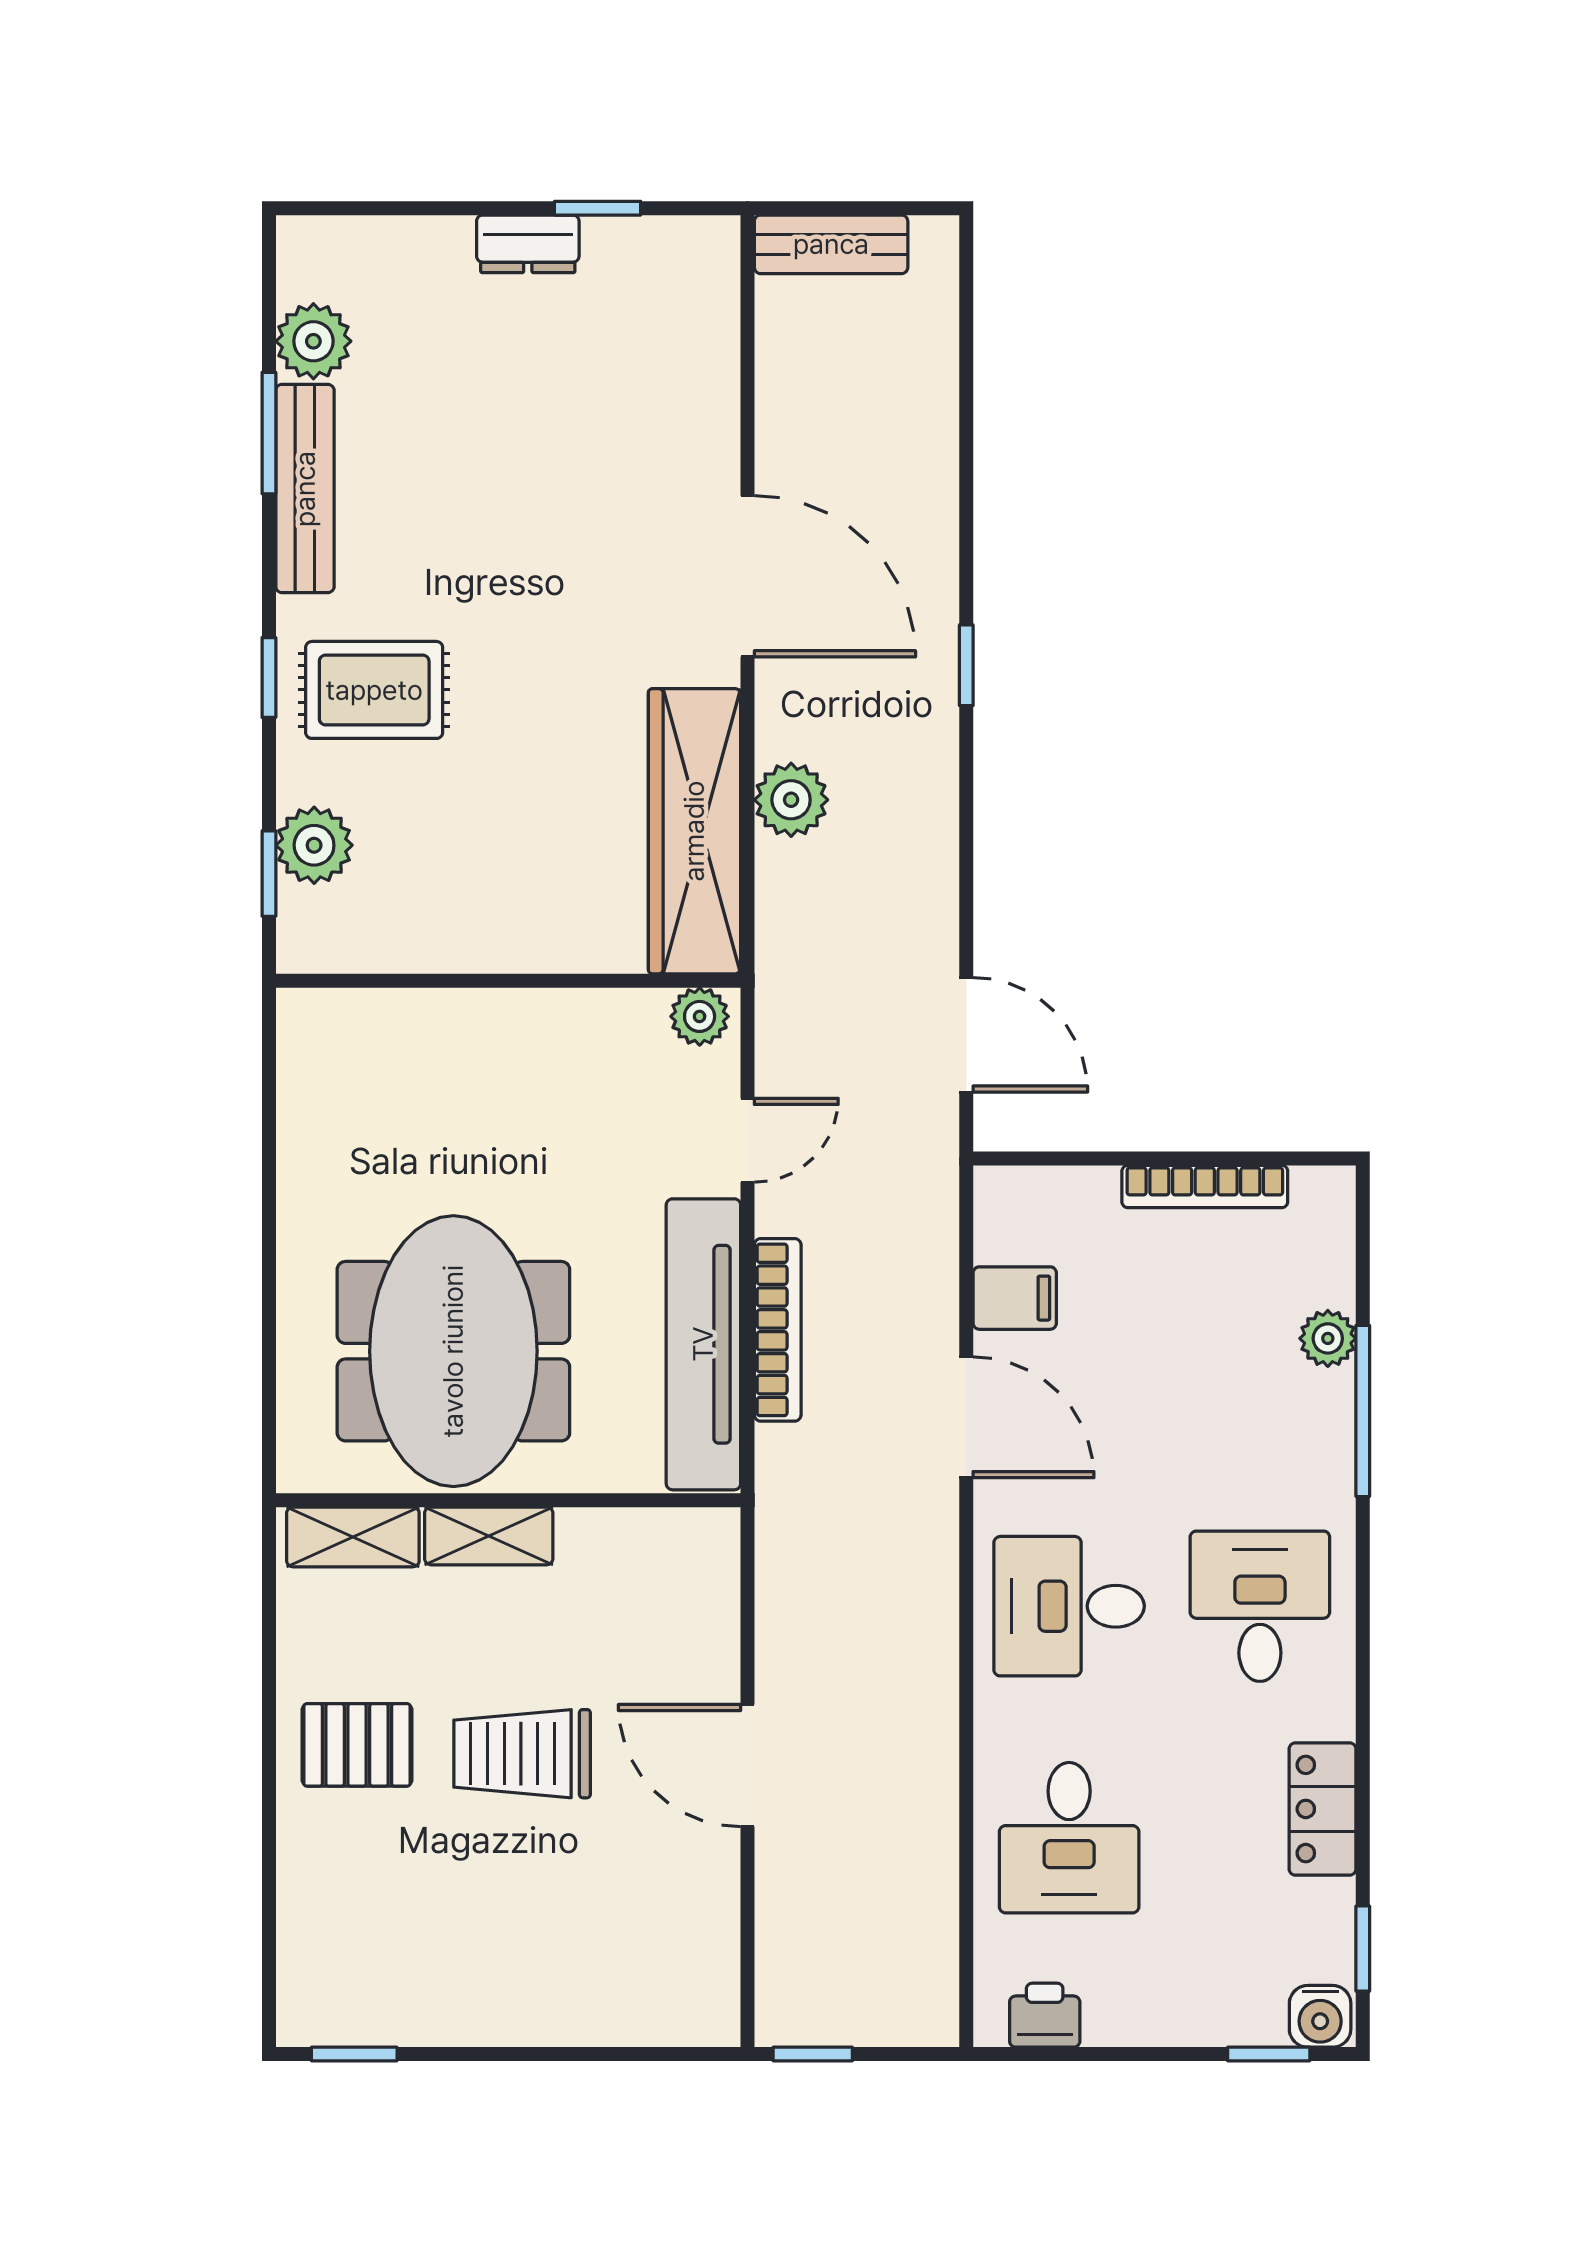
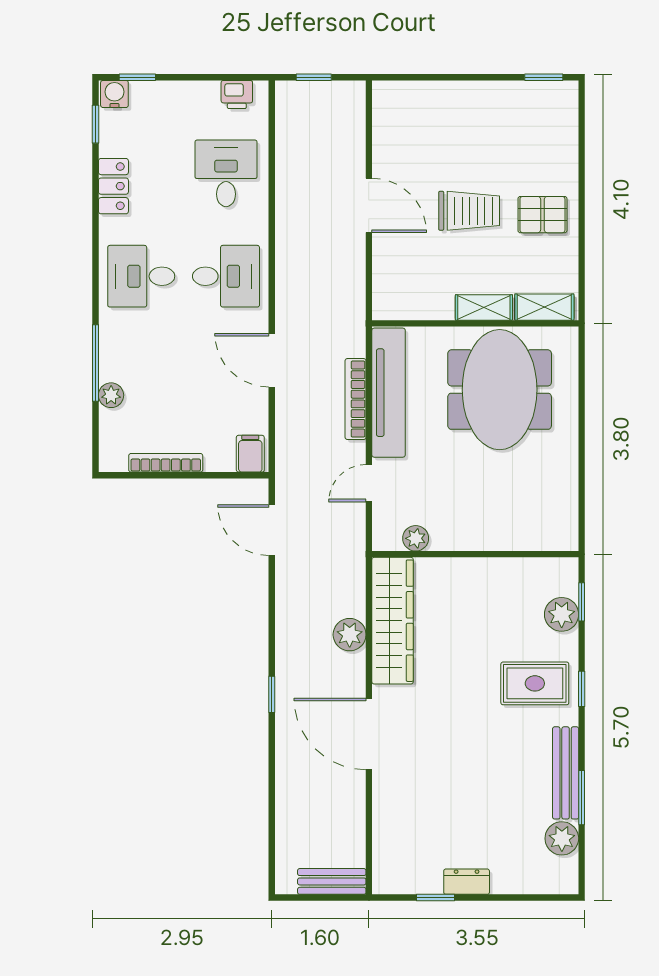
plant: (700, 1016) -> (416, 538), moved
filing cabinet: (1015, 1298) -> (250, 454), moved, turned 90
desk: (1260, 1606) -> (141, 276), turned 90
window: (813, 2054) -> (314, 77), moved

